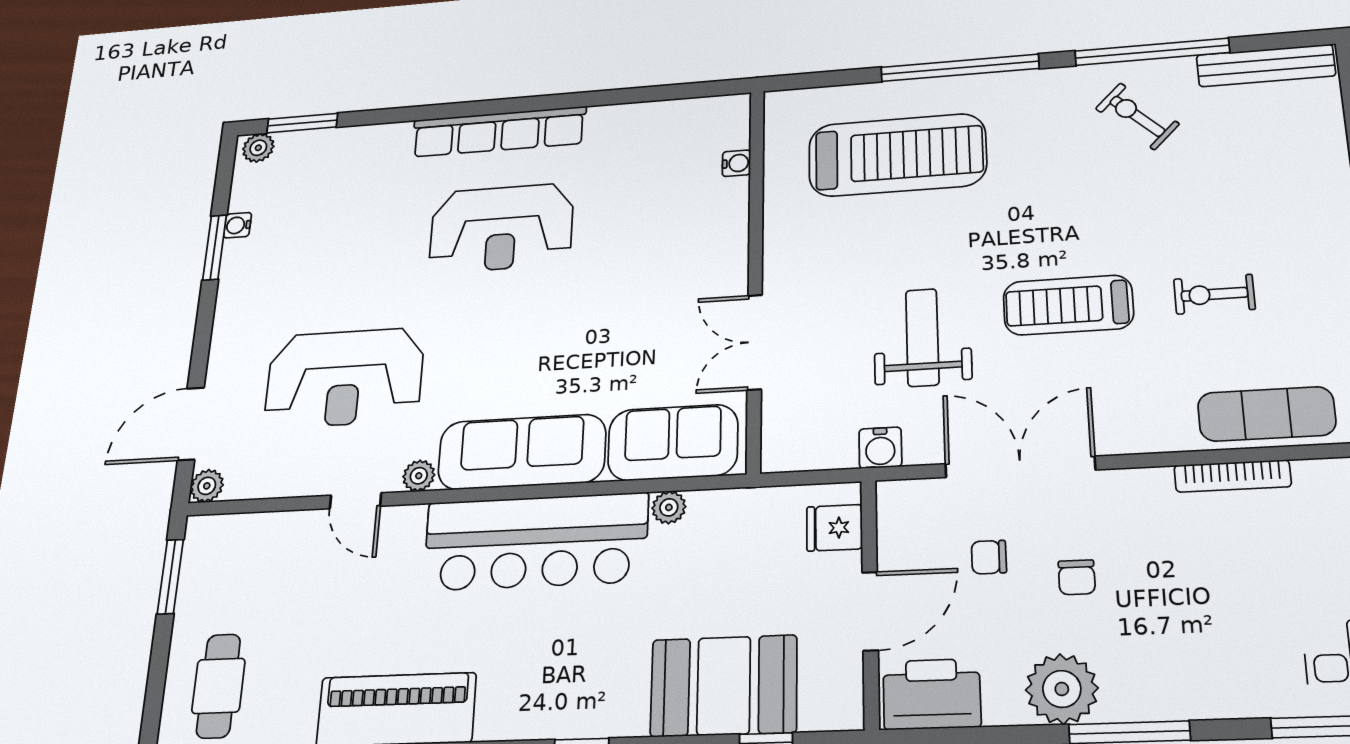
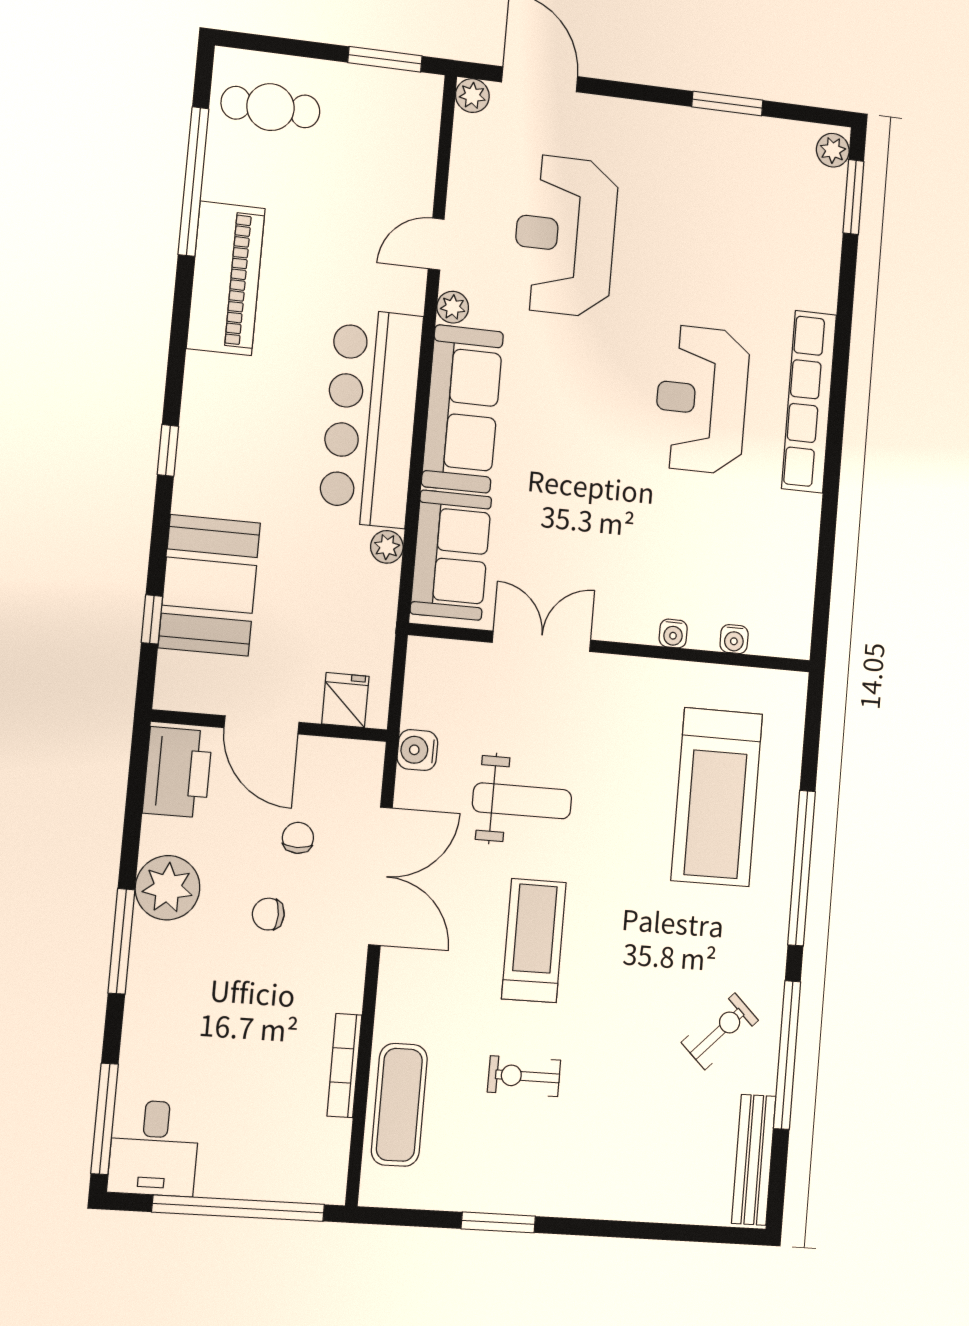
water cooler: (238, 225) -> (673, 634), moved, turned 180
exercise bike: (1214, 294) -> (524, 1076), turned -90

